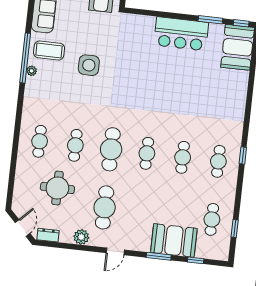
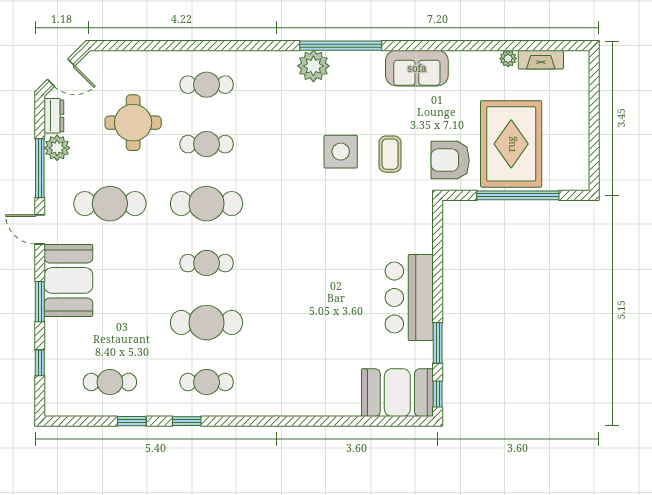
coffee table: (49, 50) -> (390, 154), moved, width x0.73, depth x0.77
plant: (32, 71) -> (313, 66), width x1.88, depth x1.88
window: (243, 155) -> (187, 421), moved
cafe table: (183, 157) -> (207, 323), width x1.37, depth x1.35
window: (235, 228) -> (132, 421), moved
plant: (81, 237) -> (57, 148), moved
booth: (174, 240) -> (68, 280), moved
window: (79, 247) -> (40, 168), added

